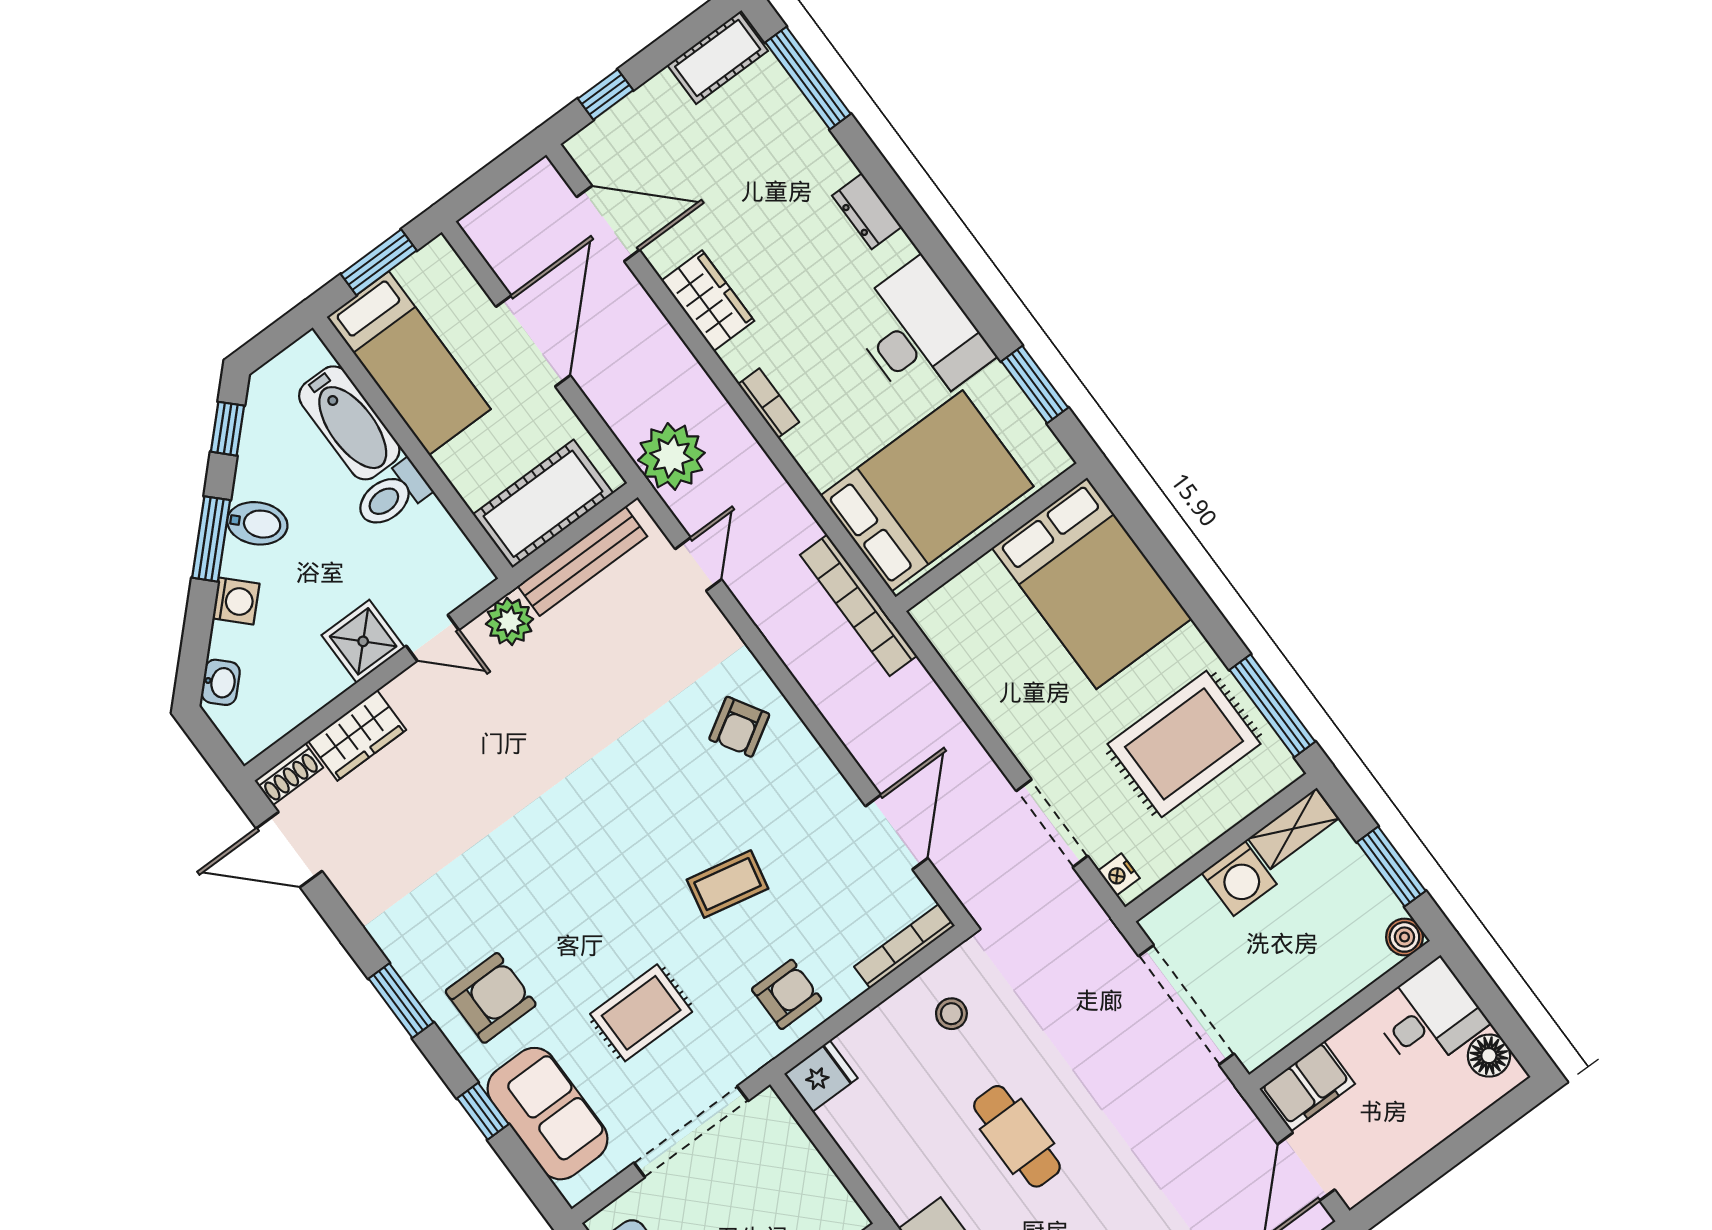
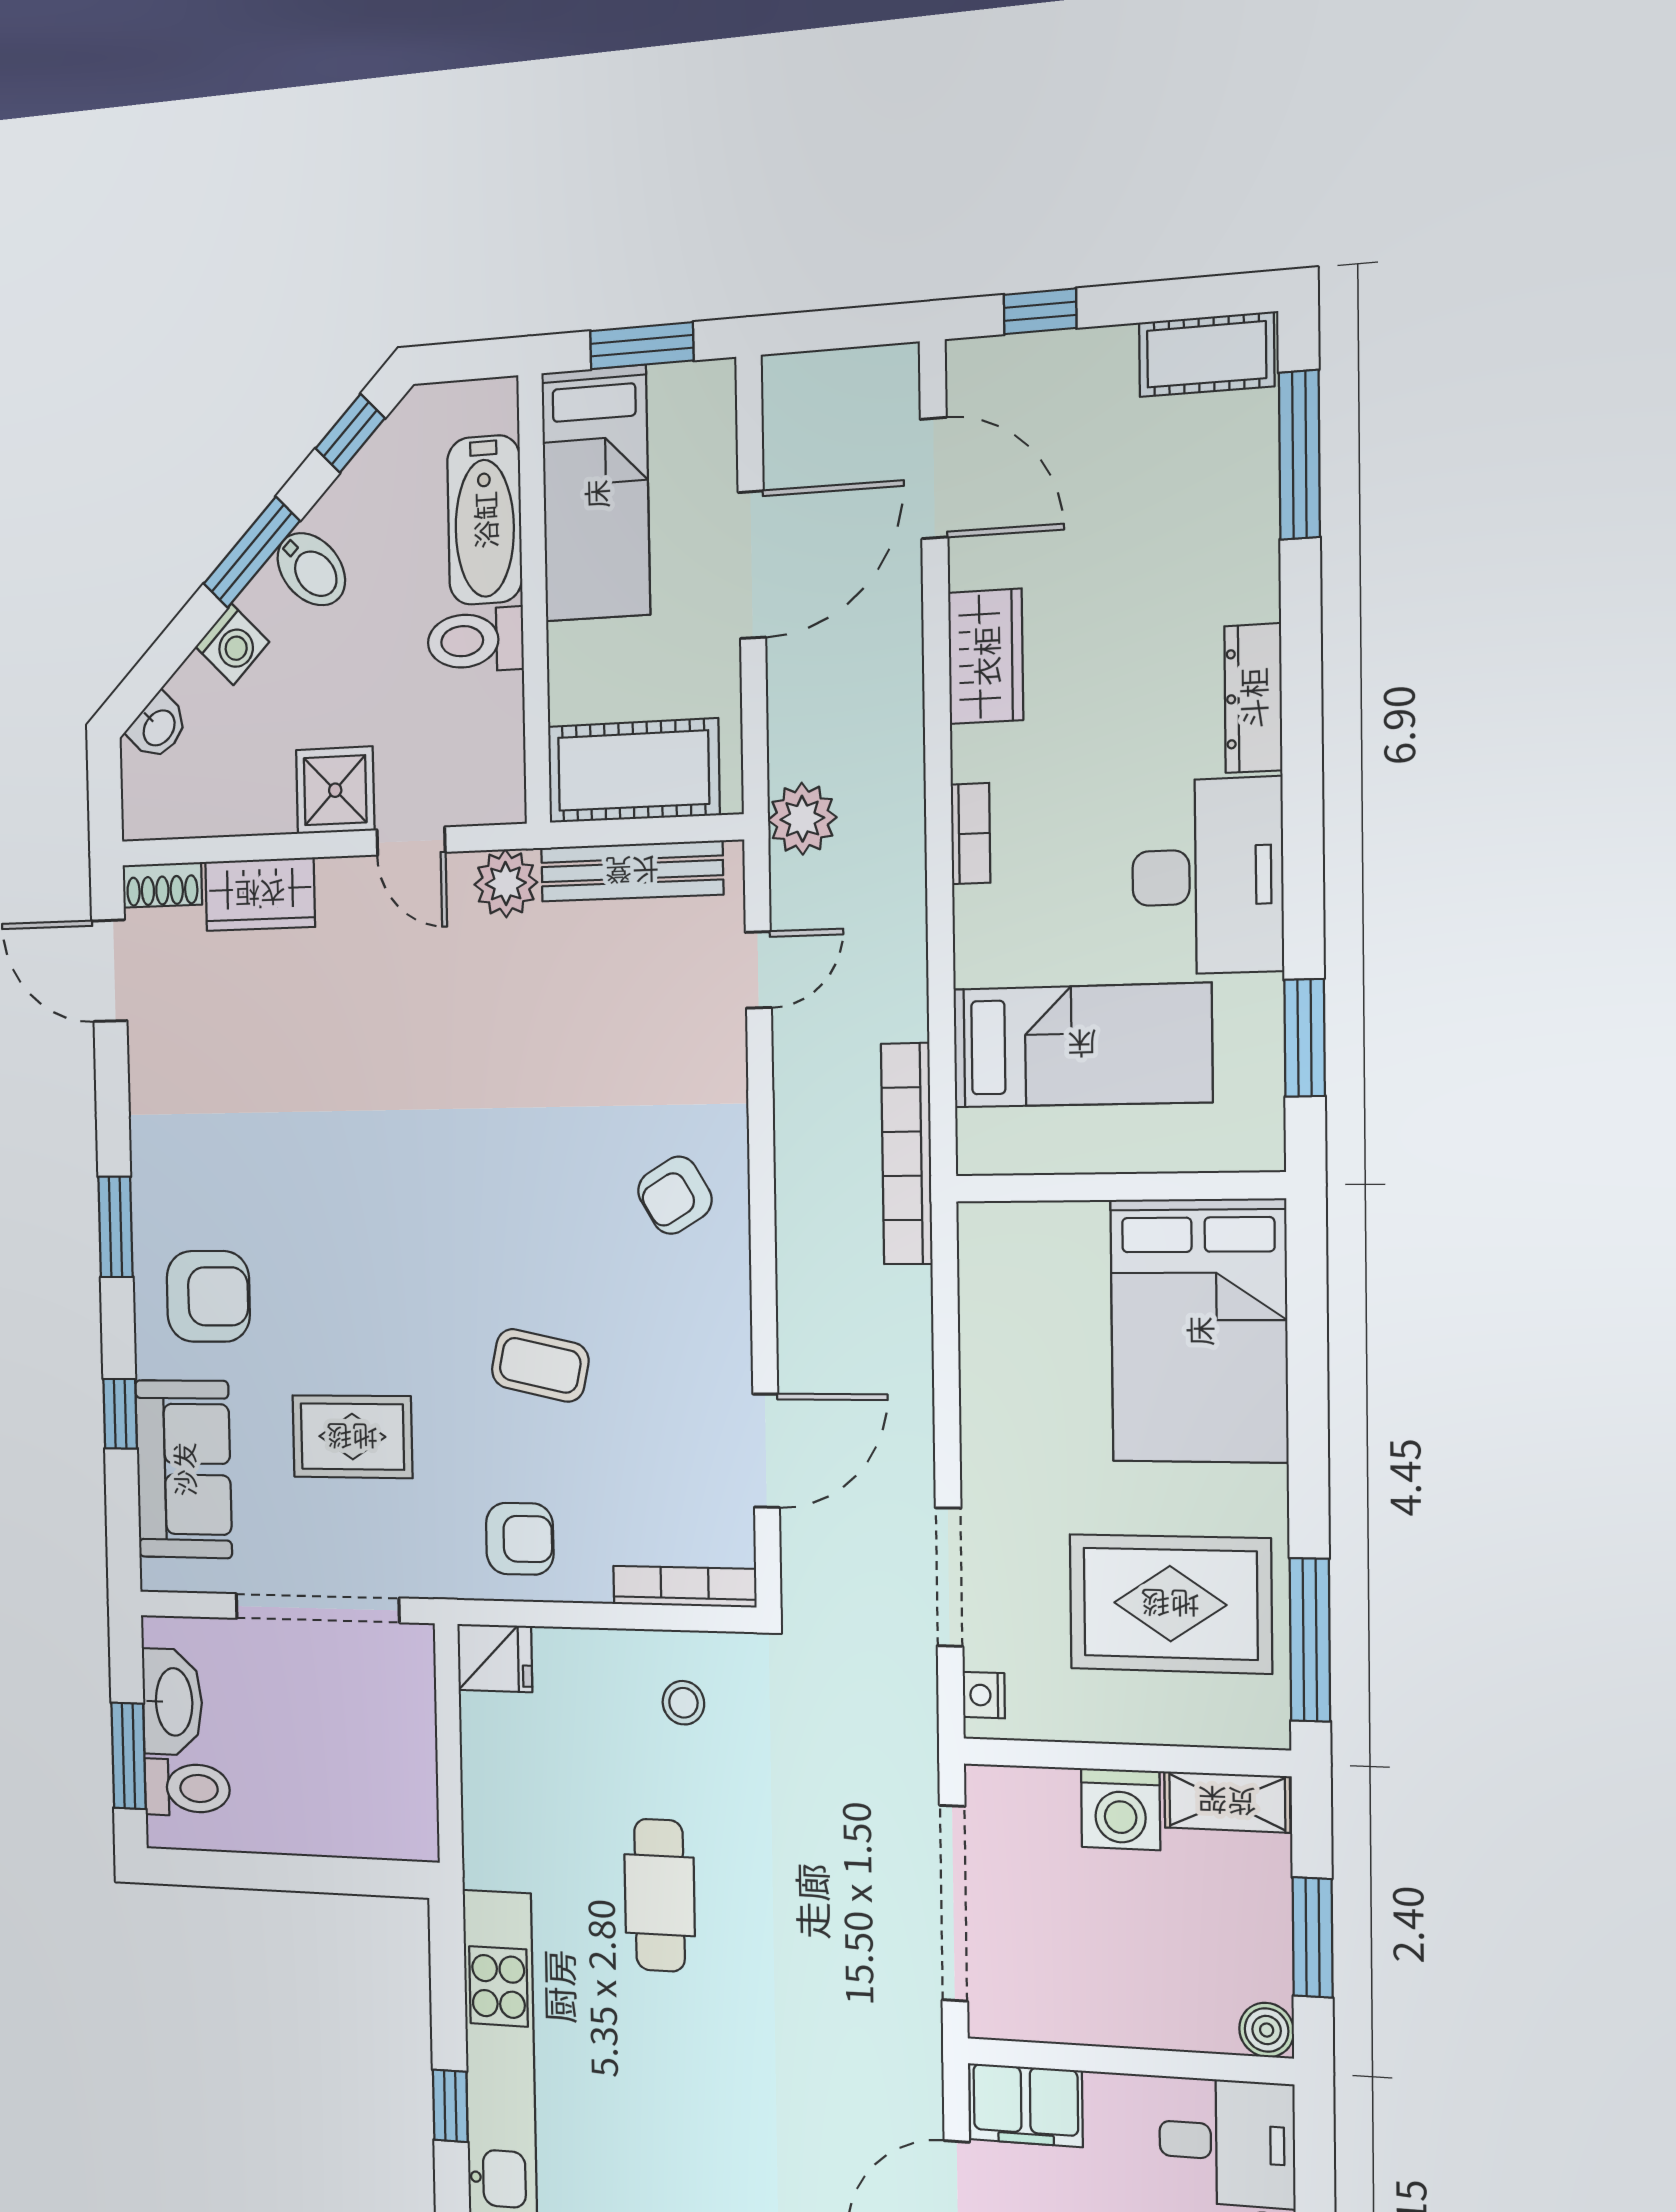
dresser: (867, 211) -> (1253, 698), width x1.44
plant: (671, 456) -> (802, 819), width x0.73, depth x0.73
bed: (927, 491) -> (1082, 1045), width x0.67

